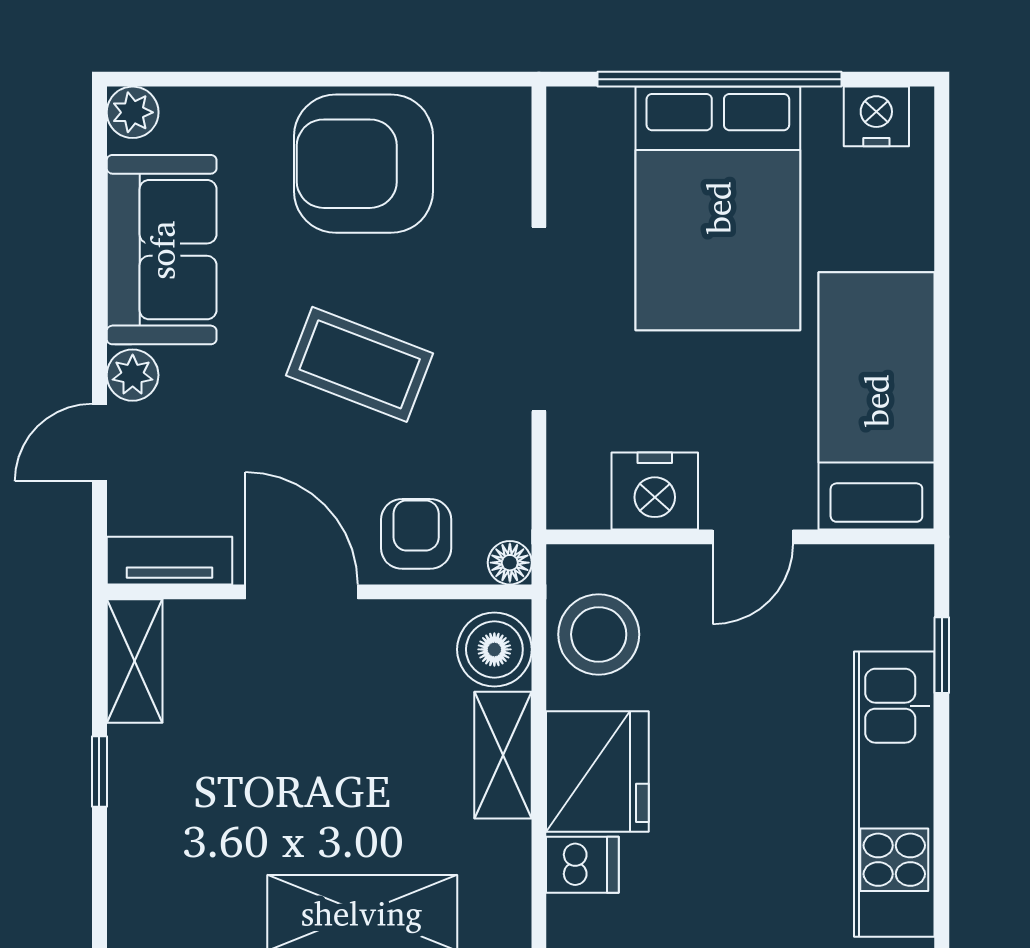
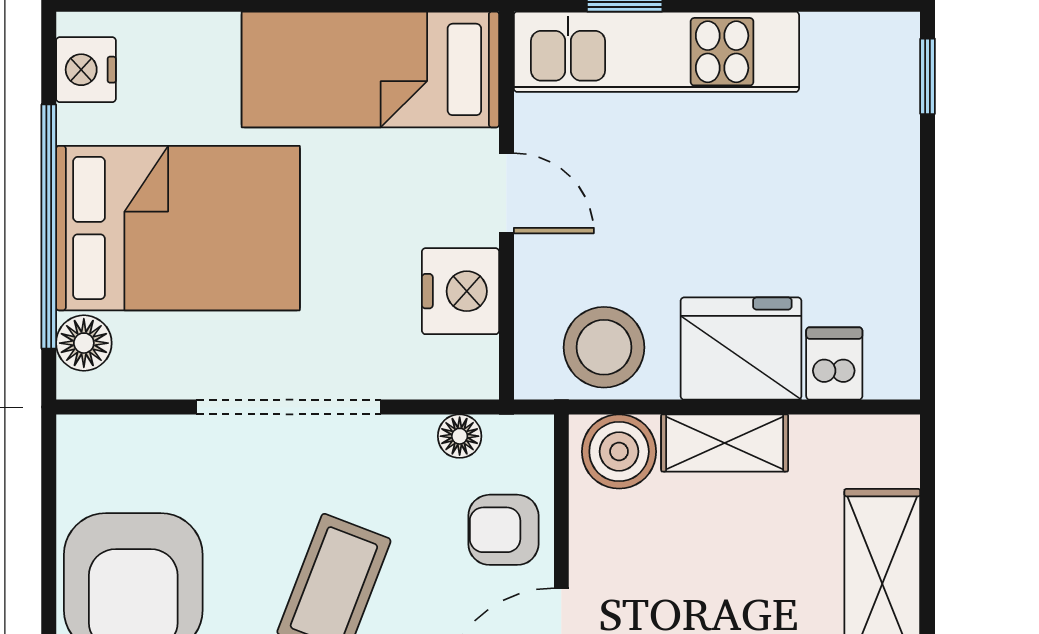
floor lamp: (603, 114) -> (84, 343), added
floor lamp: (510, 563) -> (460, 436), moved
kitchen unit: (894, 794) -> (656, 52), moved

